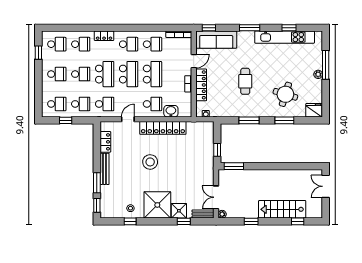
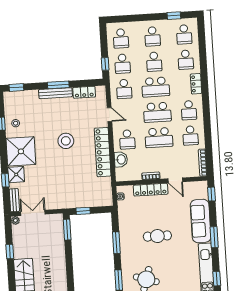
sofa: (216, 40) -> (201, 221), moved
window: (66, 120) -> (105, 64), moved
window: (97, 183) -> (58, 85), moved

